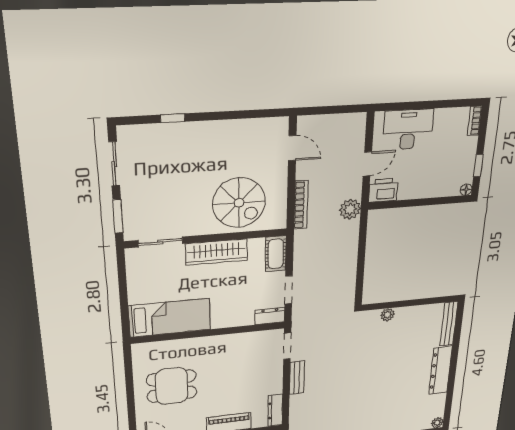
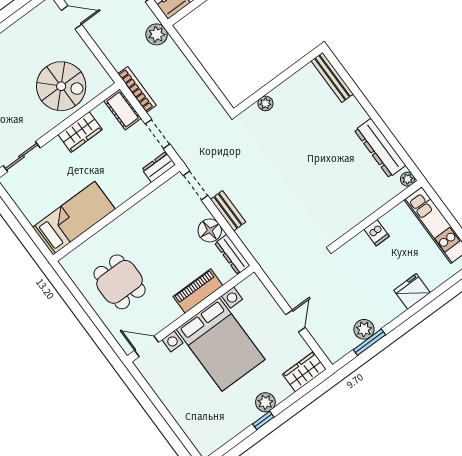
bookcase: (301, 205) -> (137, 90), moved
wardrobe: (216, 252) -> (80, 132), width x0.67
dresser: (441, 370) -> (380, 148), moved
floor lamp: (272, 385) -> (210, 230), added
dining table: (172, 386) -> (120, 282), turned 90

